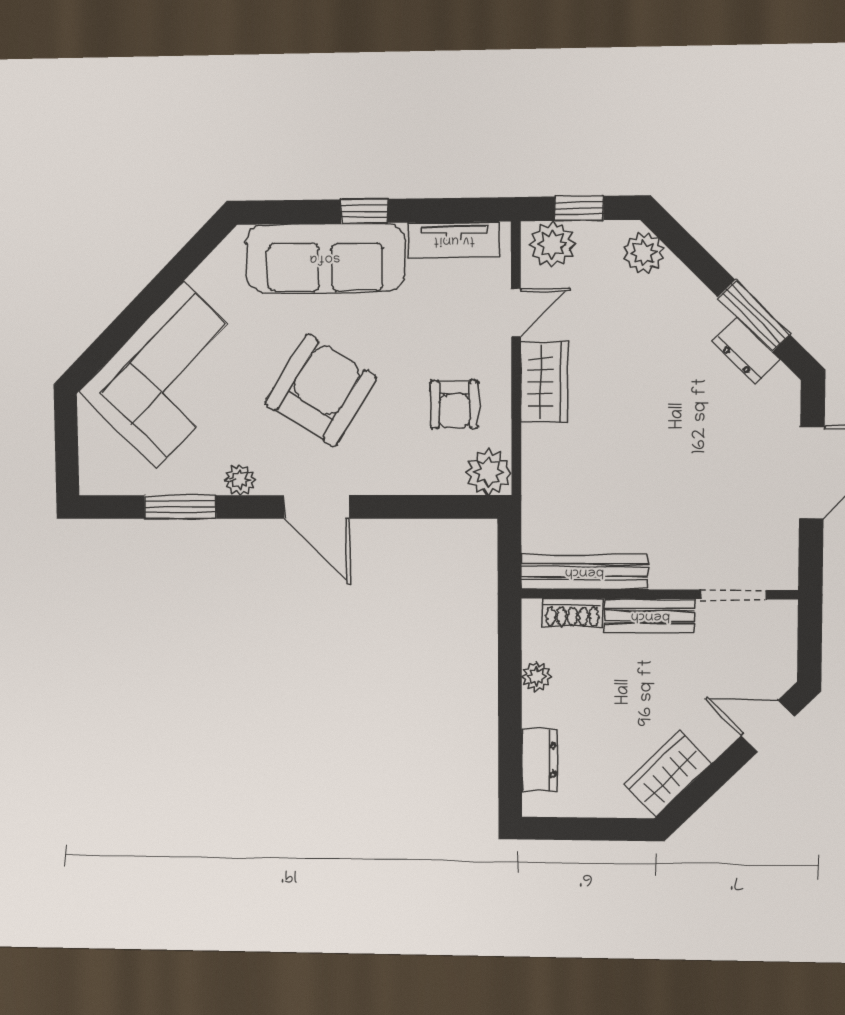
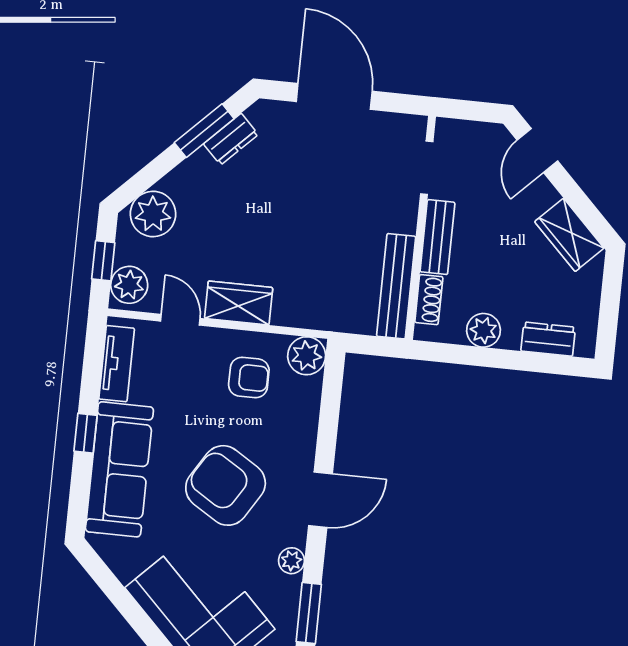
plant: (644, 253) -> (153, 214), width x1.36, depth x1.36
plant: (536, 676) -> (484, 330), width x1.38, depth x1.38

